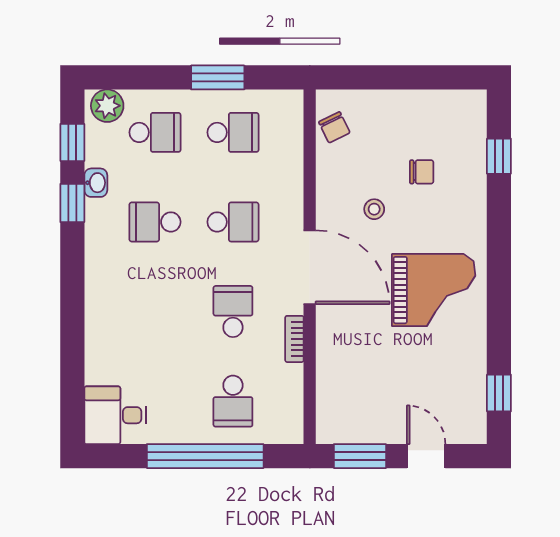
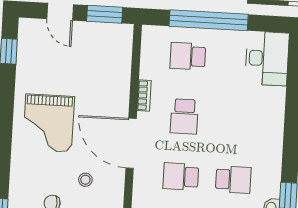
grand piano: (434, 290) -> (49, 123), turned -90
school desk: (233, 401) -> (188, 56), turned -90
desk: (115, 415) -> (267, 58), width x1.37

